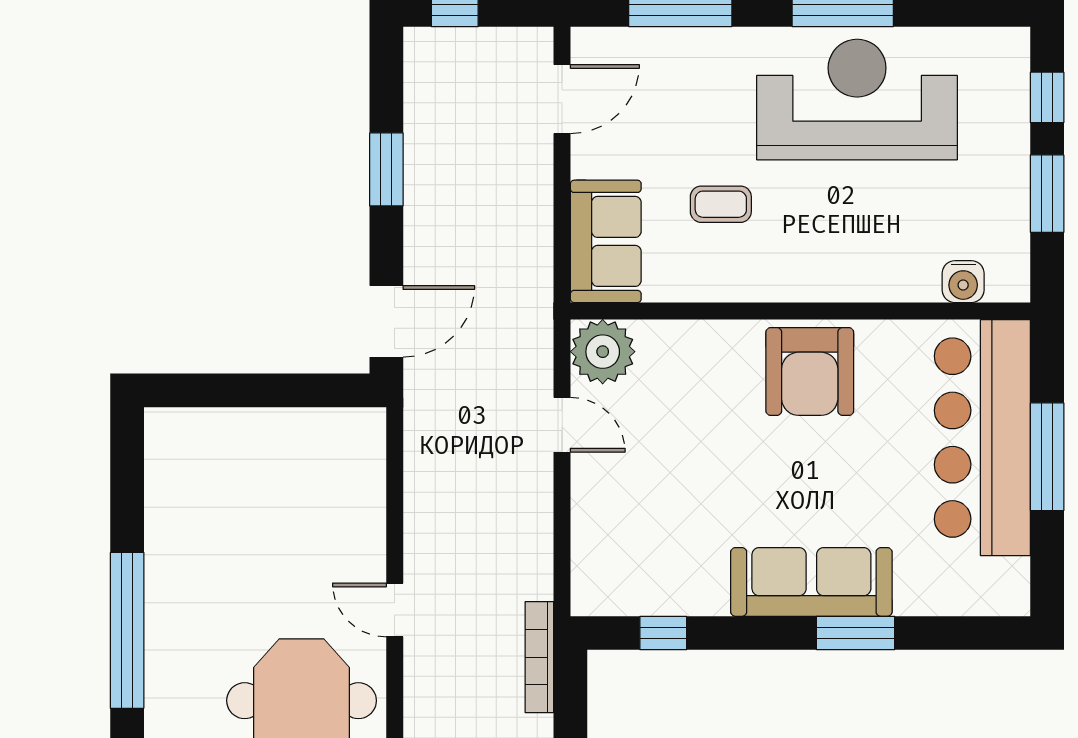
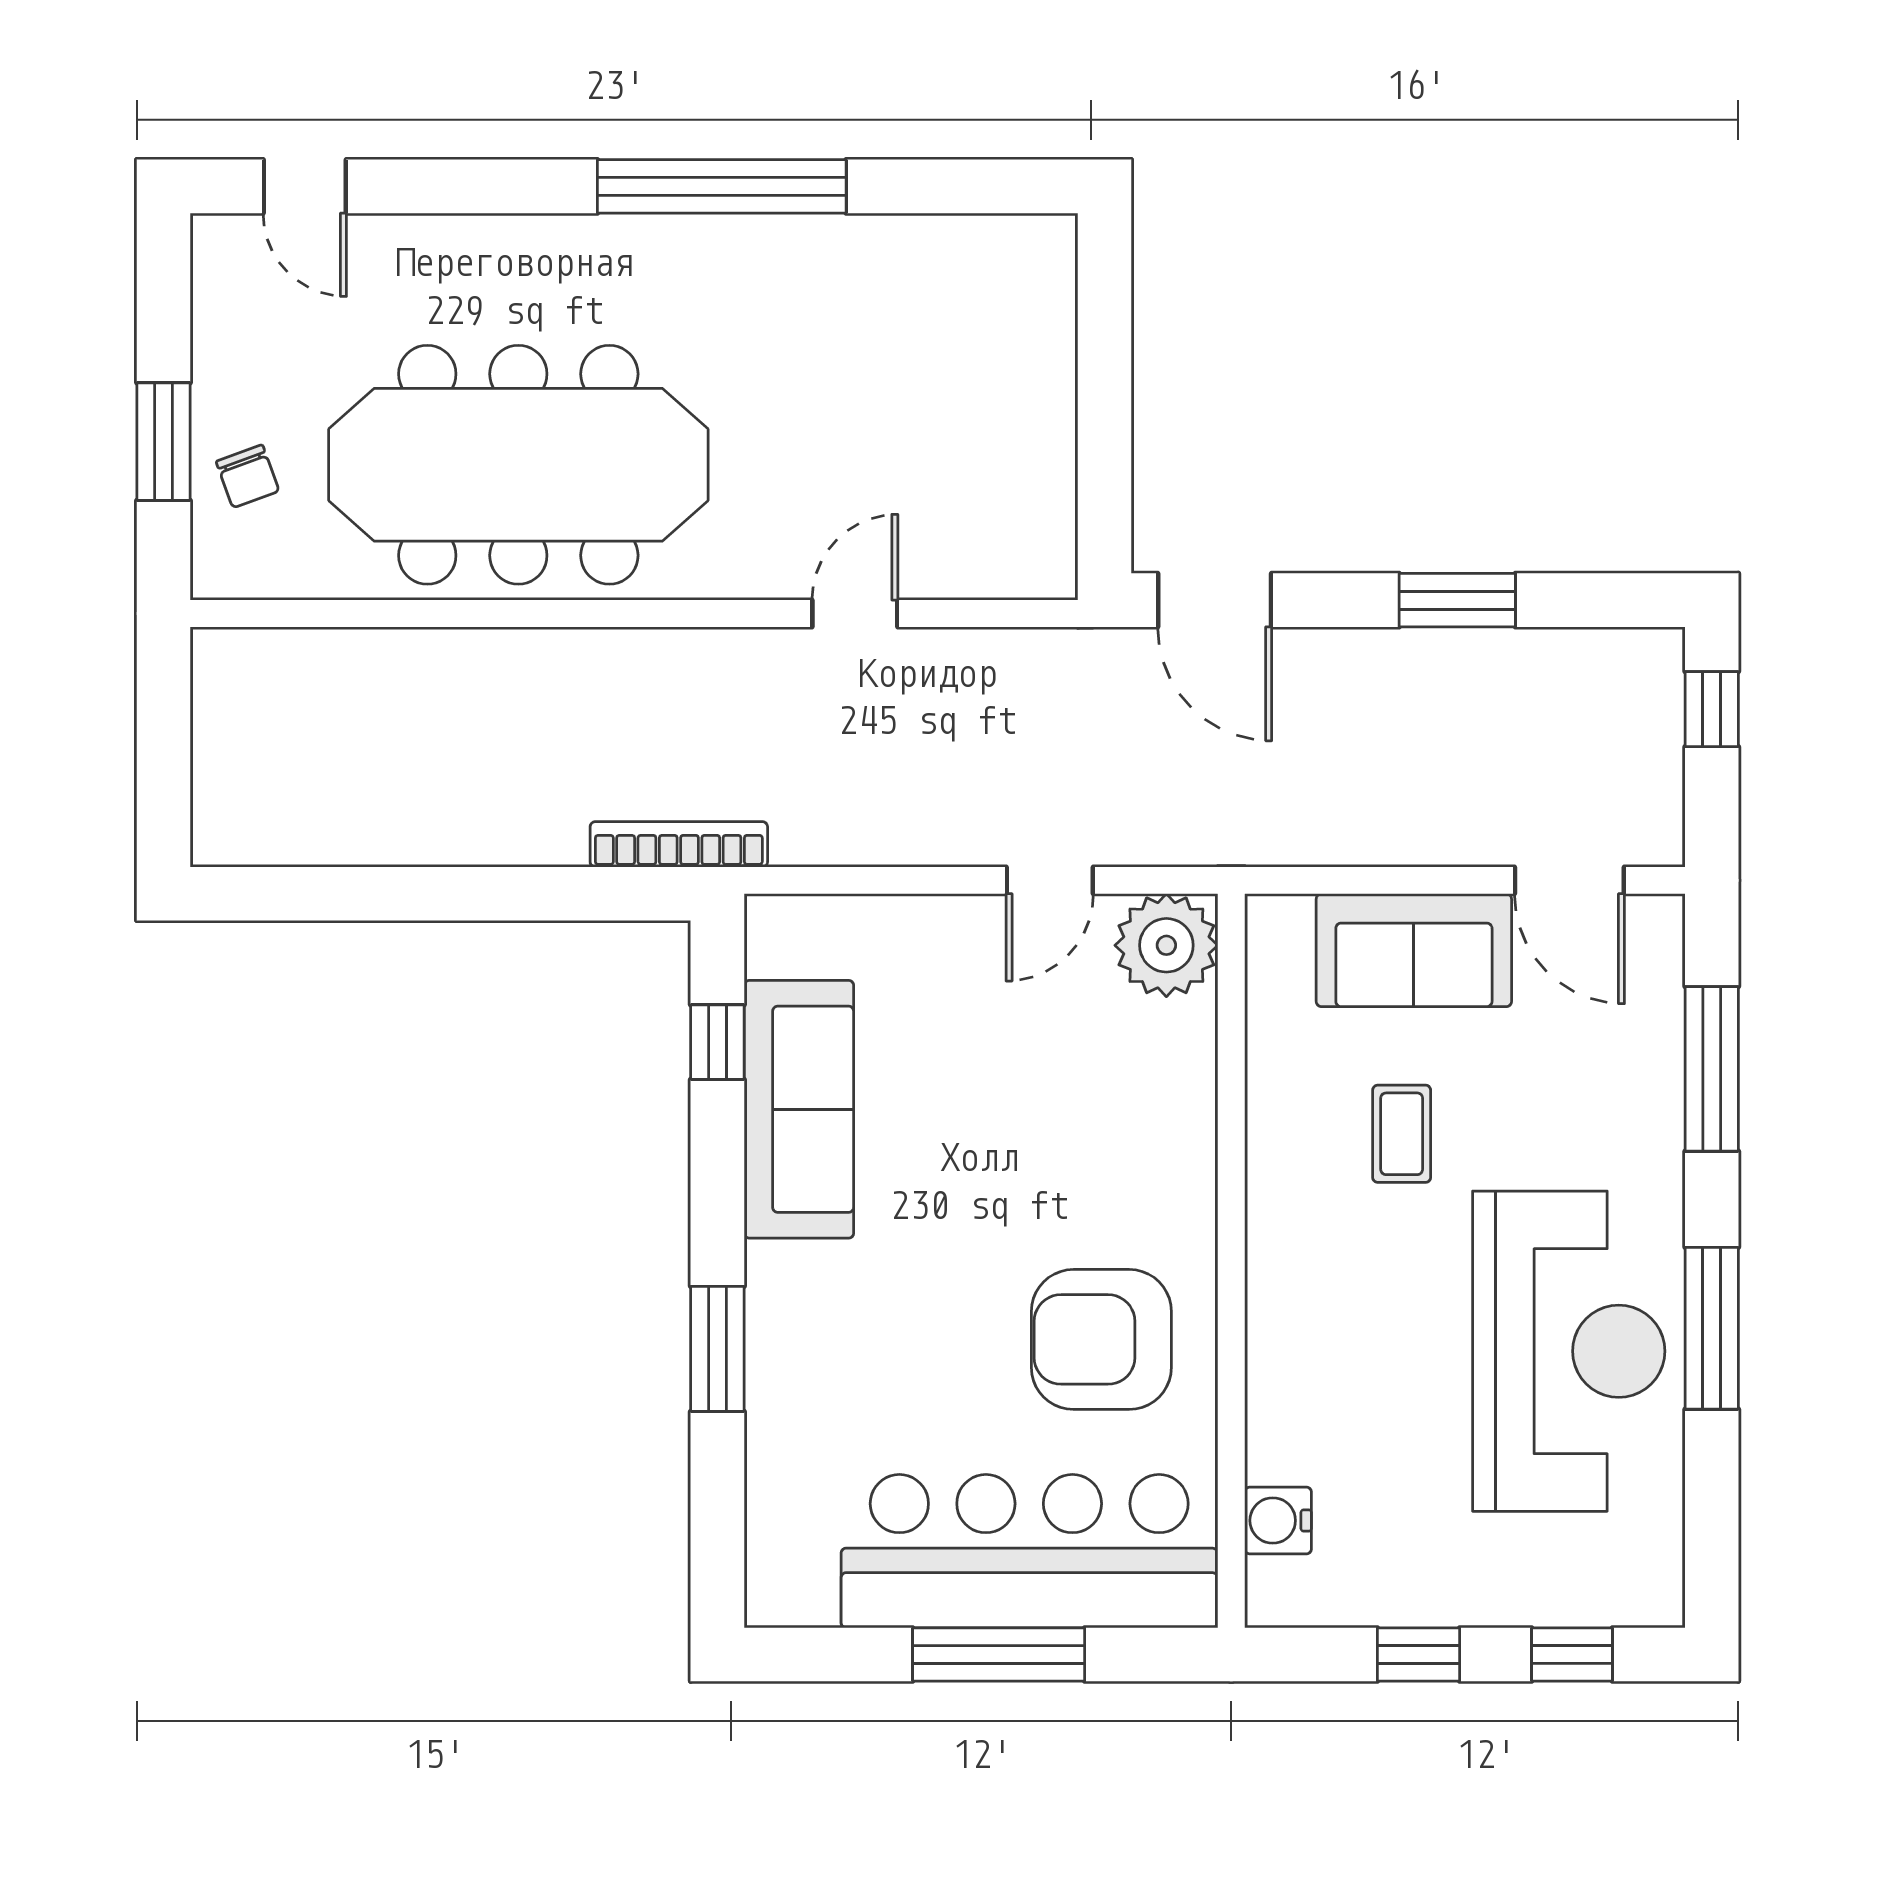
window: (1047, 194) -> (1418, 1655), width x0.67
sofa: (606, 241) -> (1414, 950), moved
armchair: (810, 372) -> (1101, 1339), moved
sofa: (811, 582) -> (799, 1109), moved
door: (395, 610) -> (855, 613), moved

